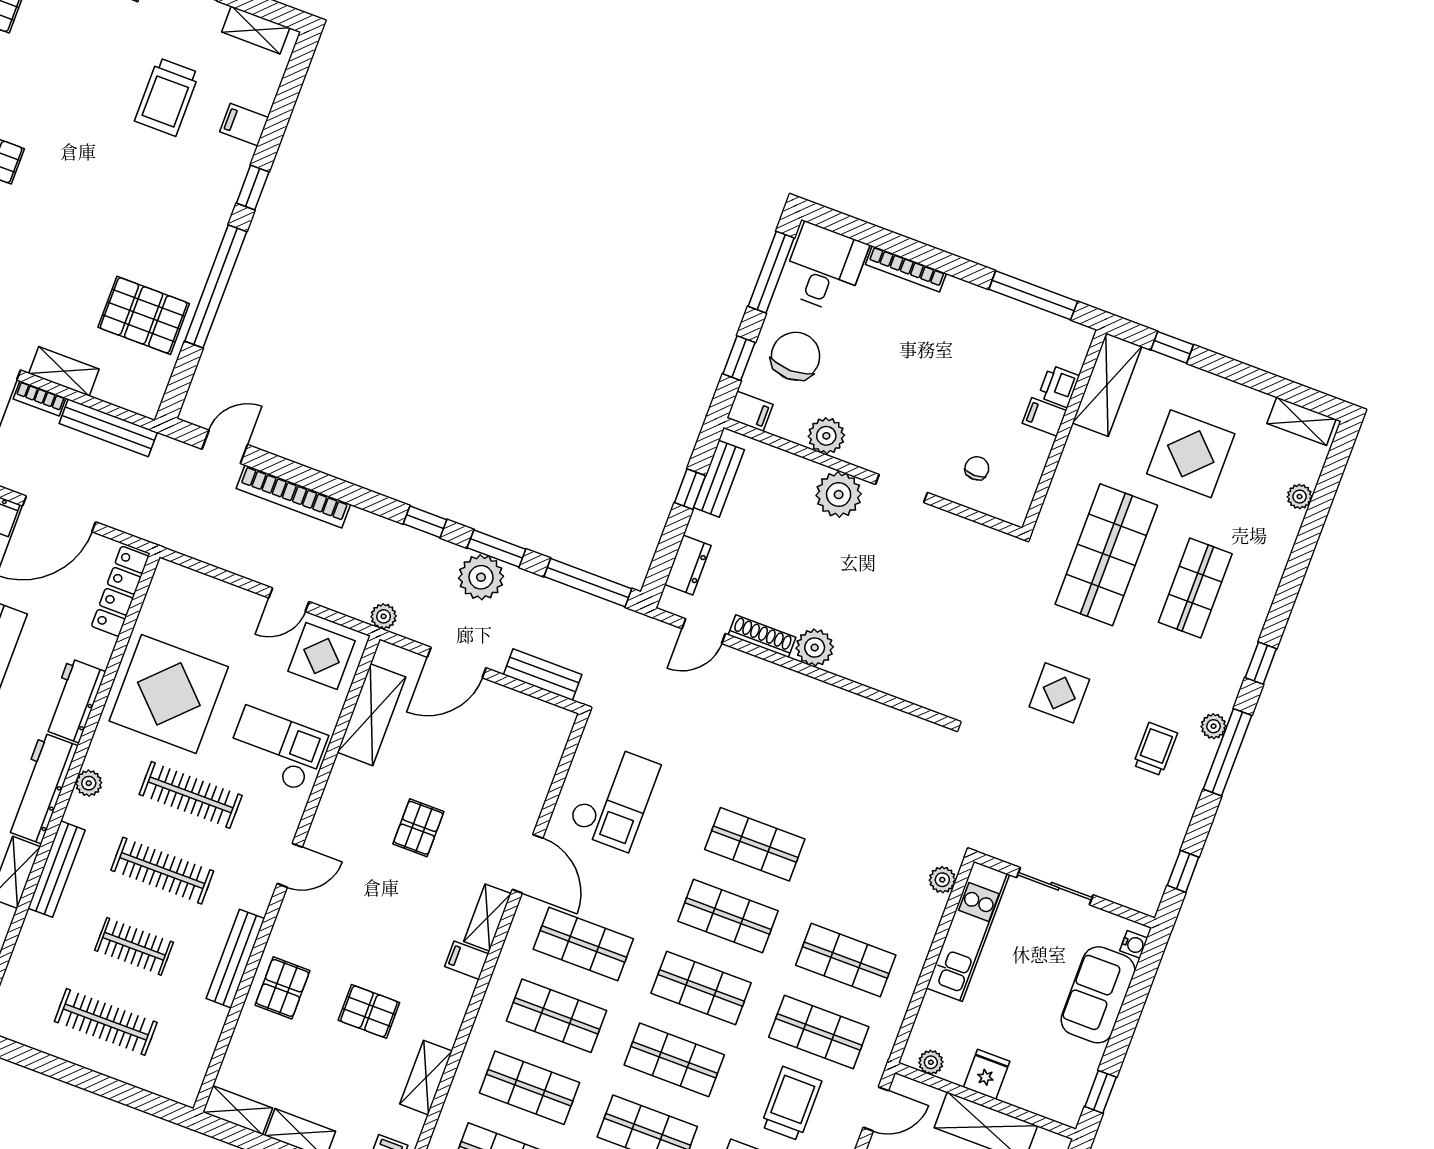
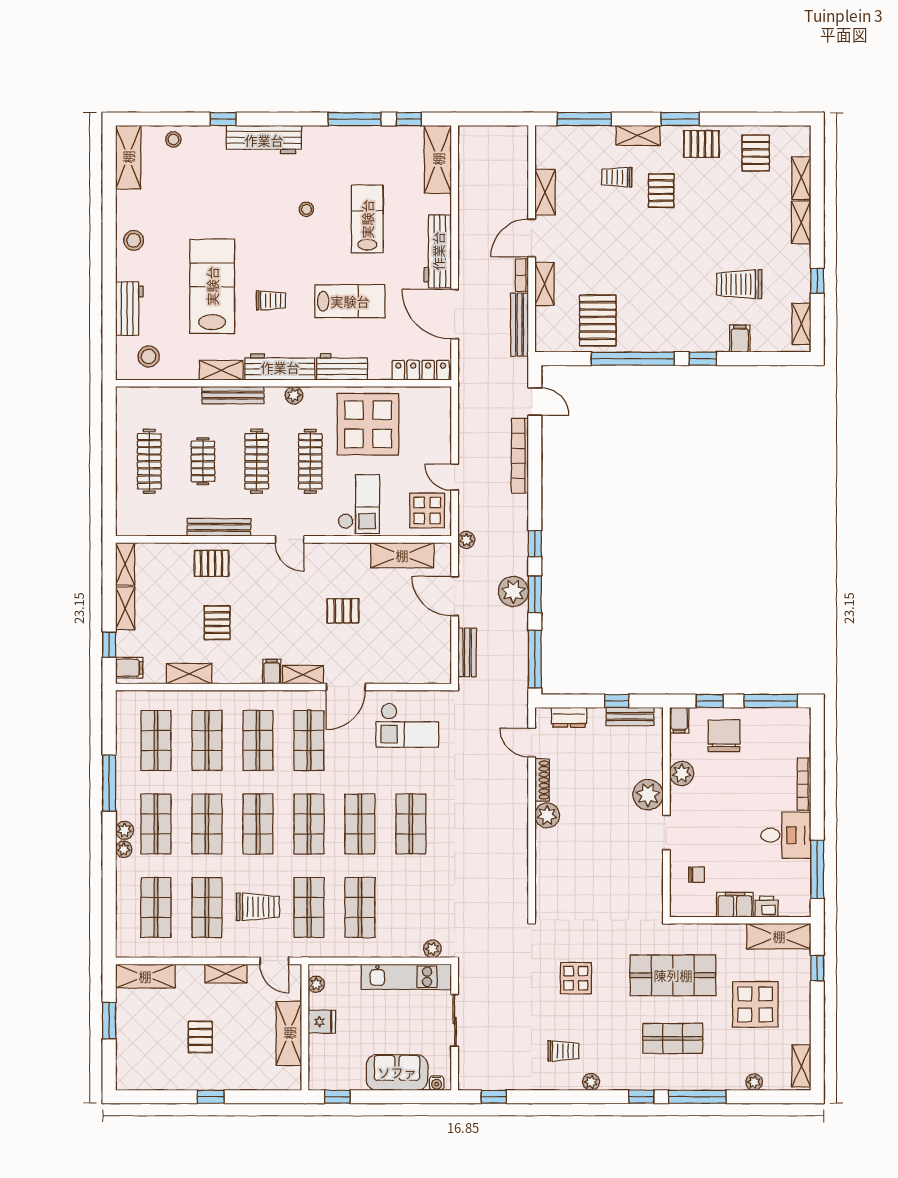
desk: (824, 268) -> (786, 835), moved
chair: (796, 356) -> (724, 736), turned -90
filing cabinet: (1044, 417) -> (735, 905), width x2.00
window: (1228, 752) -> (697, 1097), moved

